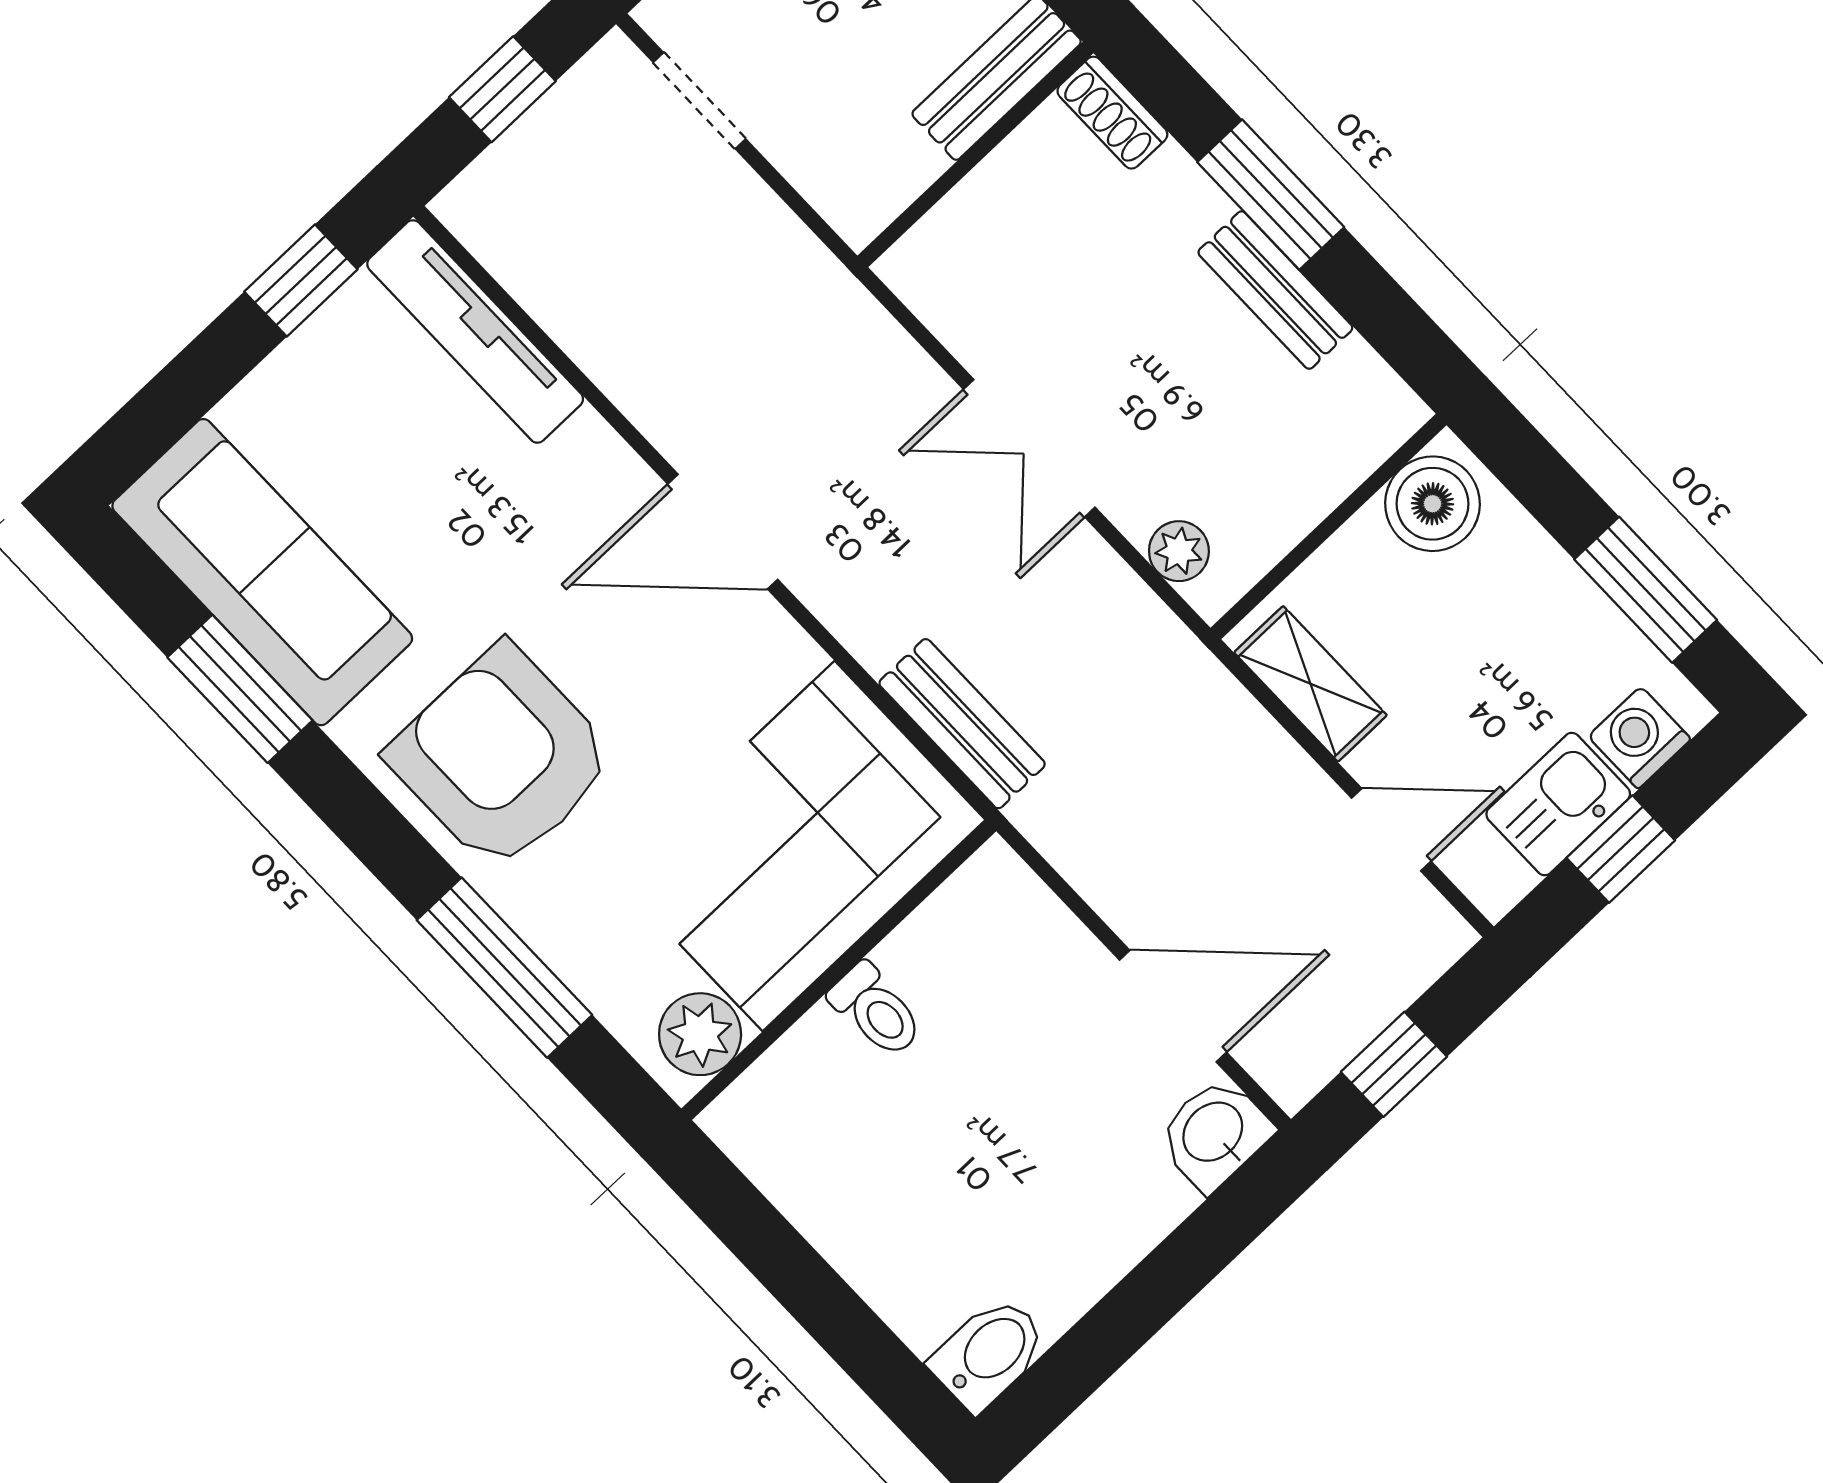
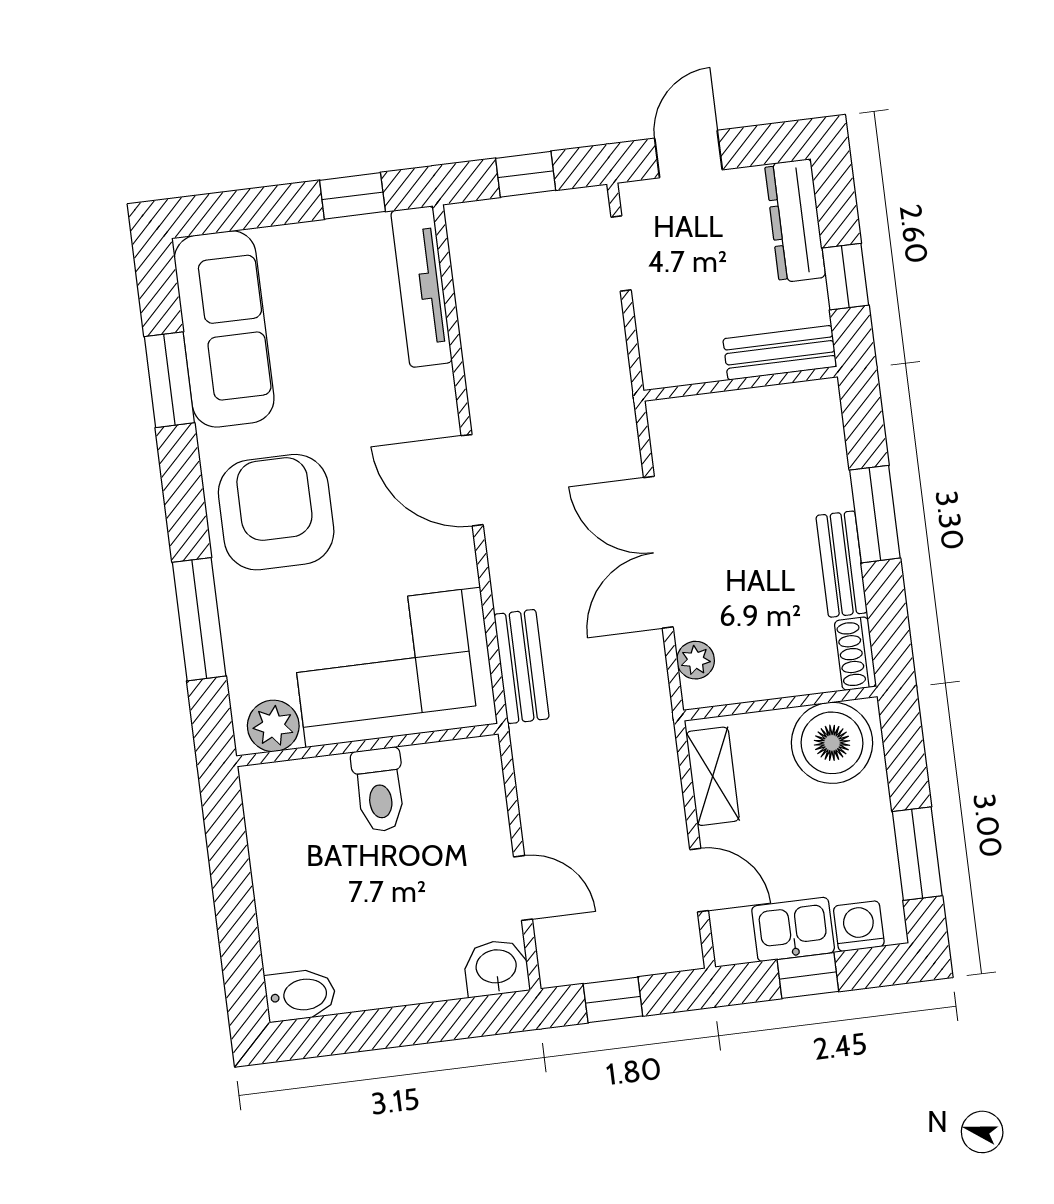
shoe rack: (1112, 113) -> (855, 654), moved
double door: (1029, 448) -> (658, 552), width x1.37
boiler: (1432, 504) -> (832, 743), width x1.37, depth x1.37
door: (1173, 1006) -> (523, 888), width x0.73
toilet: (876, 1010) -> (379, 790), width x1.37, depth x1.39

